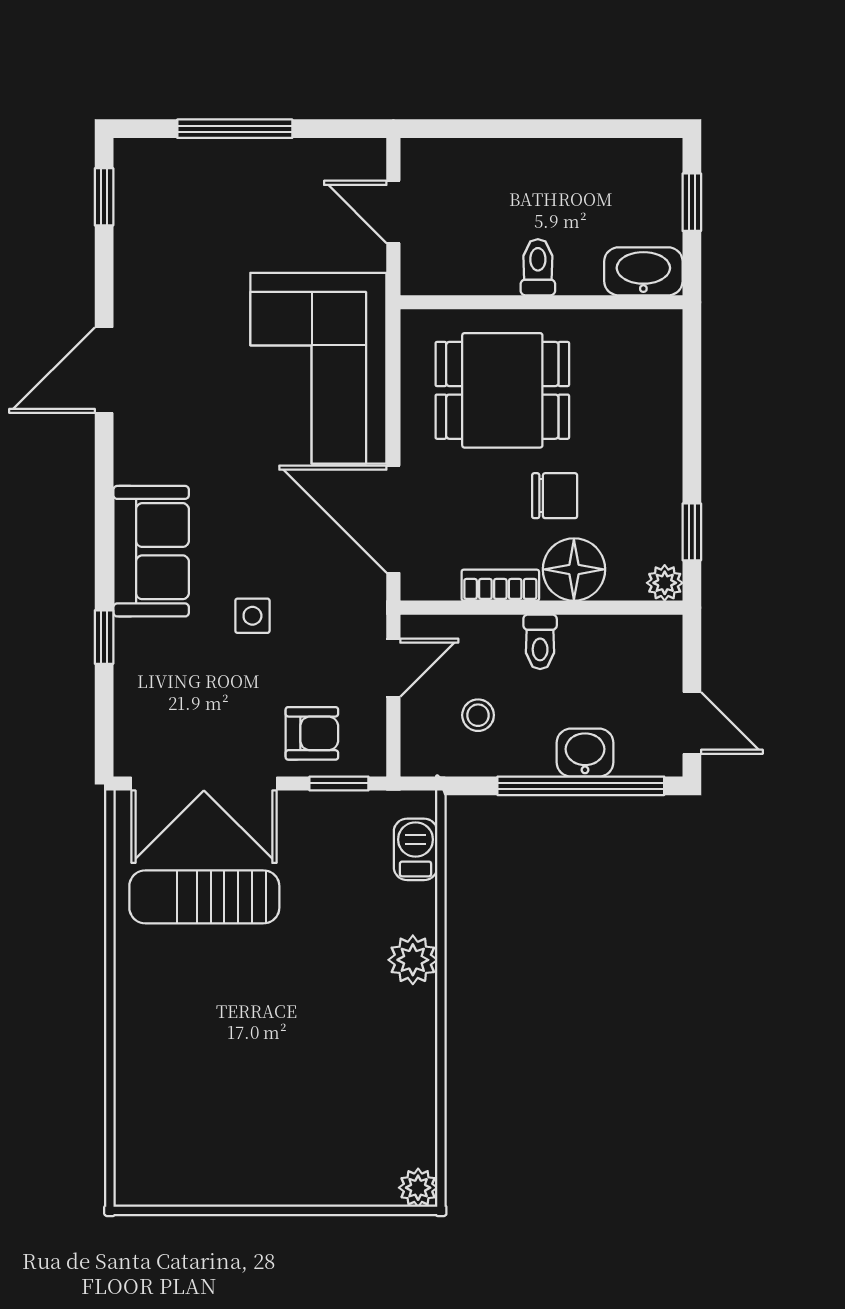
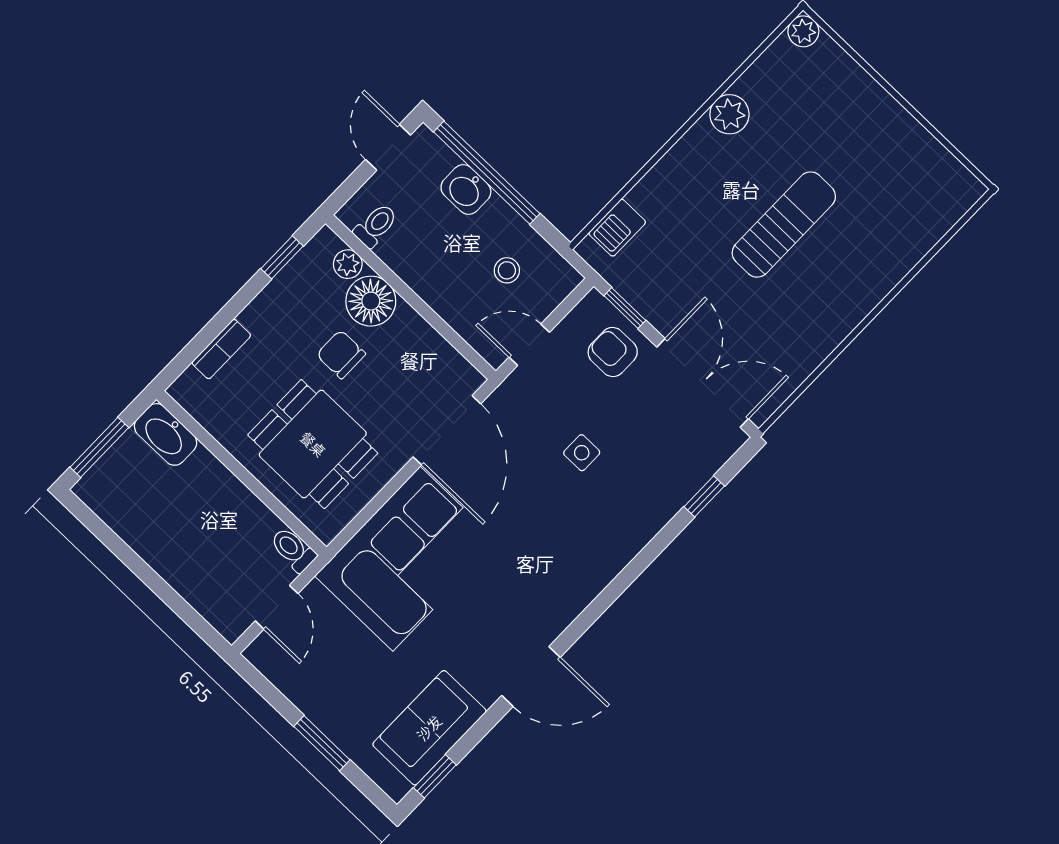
window: (235, 129) -> (322, 743), width x0.69
window: (692, 202) -> (99, 447), width x1.50
toilet: (538, 267) -> (293, 550), moved, turned 90
sofa: (151, 551) -> (429, 728), moved
plant: (665, 583) -> (348, 264), moved
bookcase: (500, 585) -> (221, 349), moved, turned -90
window: (104, 637) -> (704, 496), moved
toilet: (540, 642) -> (376, 226), moved
sun lounger: (204, 897) -> (784, 225), moved, turned -90
plant: (413, 960) -> (729, 114), moved

